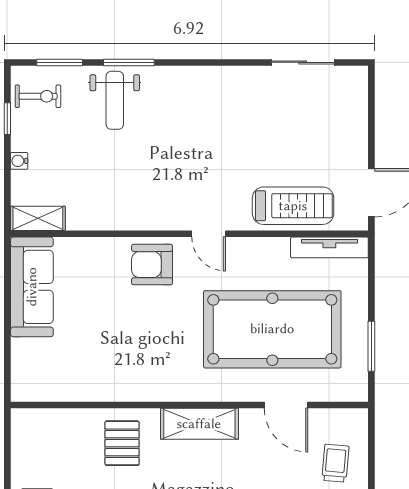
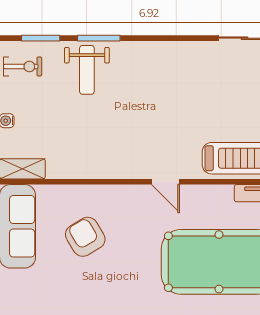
armchair: (152, 265) -> (85, 237), moved, turned 59

